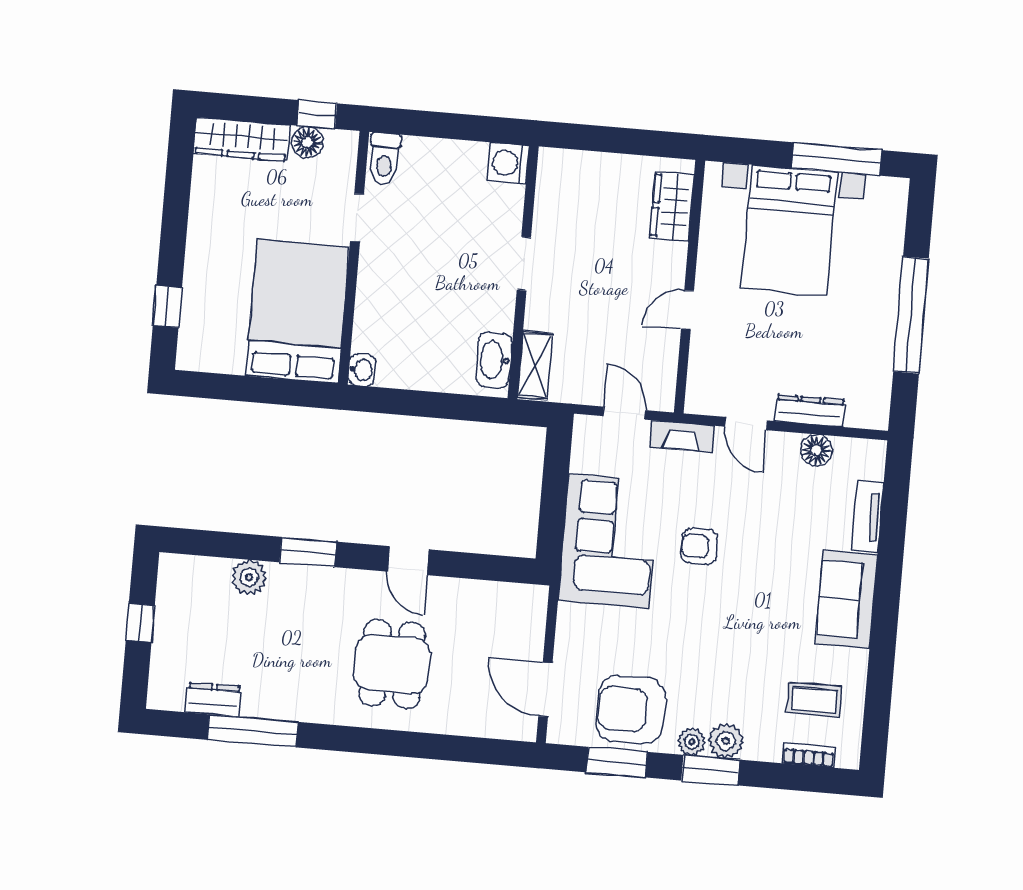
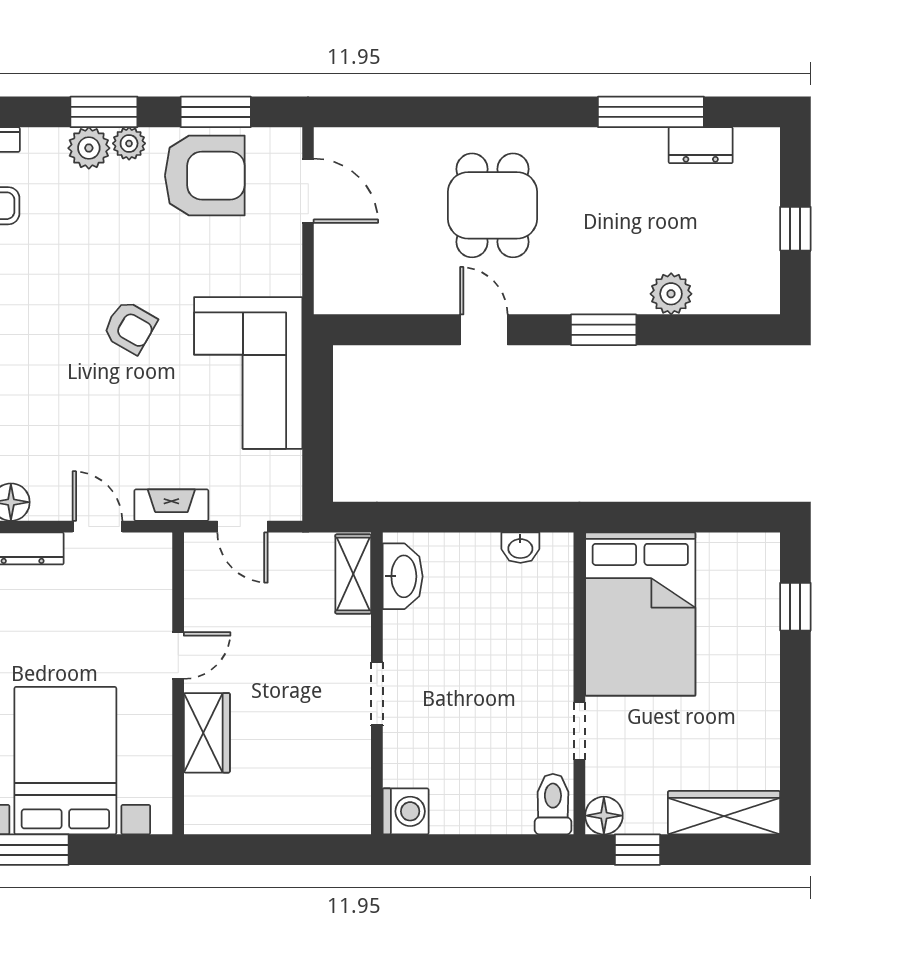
floor lamp: (307, 142) -> (604, 816), moved
wardrobe: (672, 206) -> (207, 733), moved
washbasin: (362, 370) -> (520, 548), moved, turned -90
armchair: (699, 546) -> (130, 327), moved, turned 30

